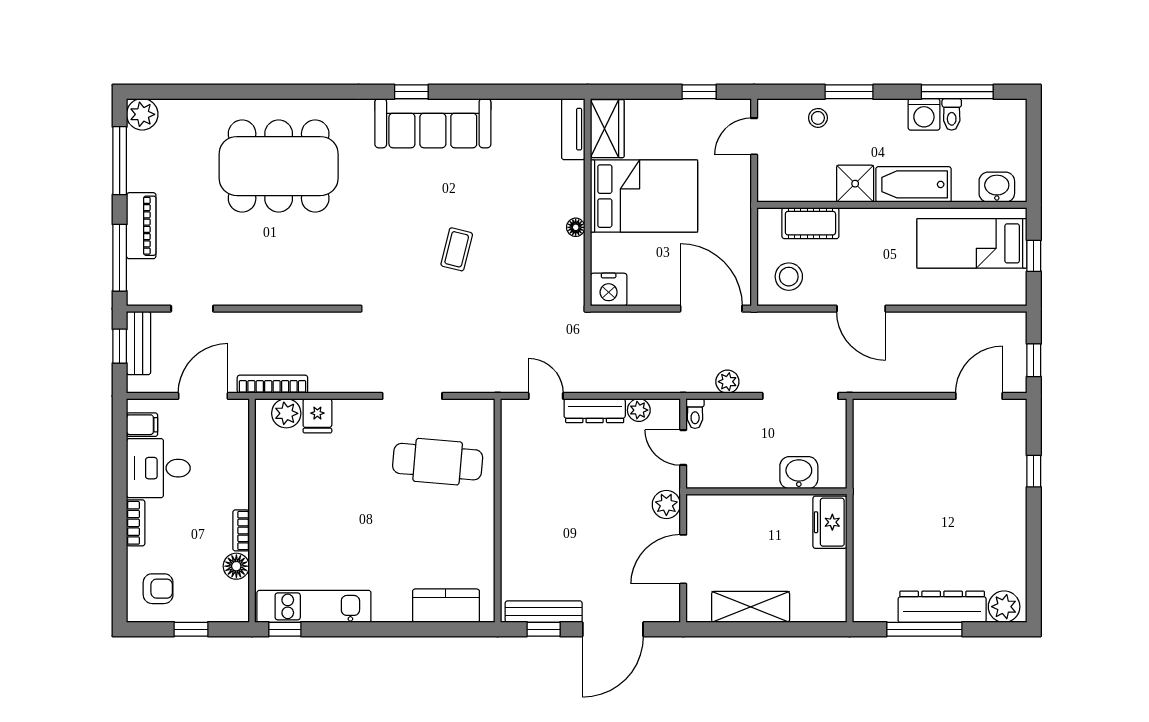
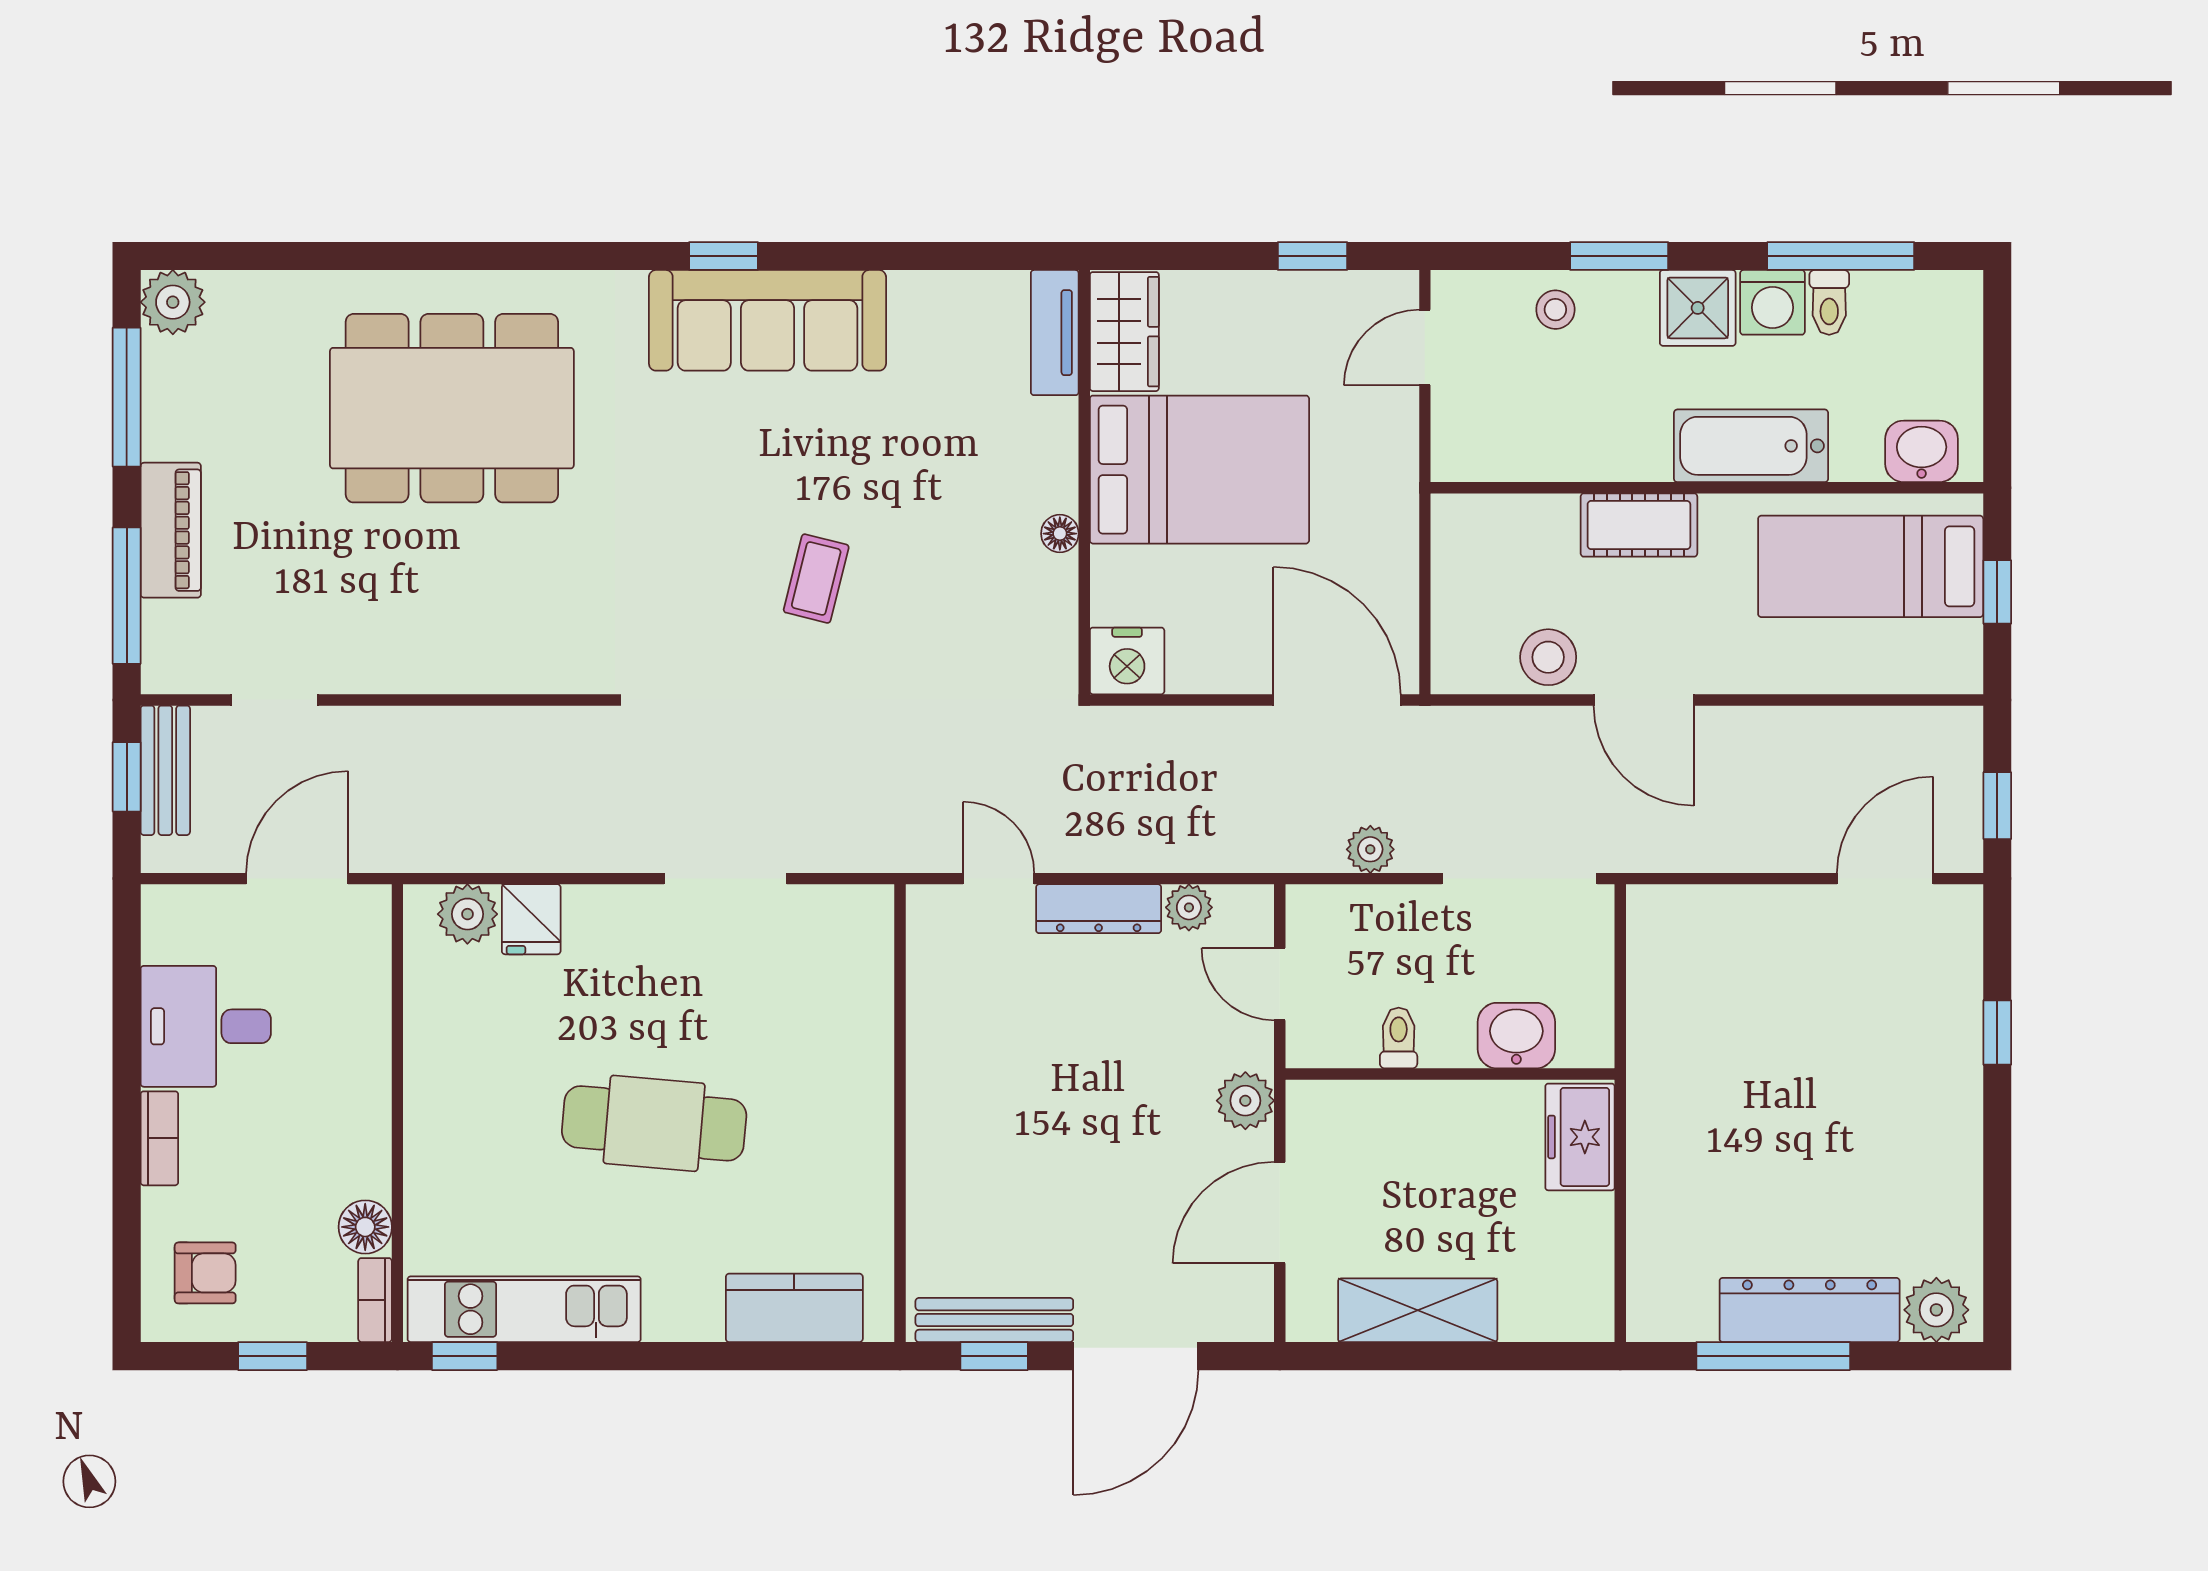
shower: (855, 184) -> (1698, 308), moved
cot: (810, 223) -> (1639, 525), moved
stool: (789, 277) -> (1548, 657), moved
bookcase: (272, 384) -> (439, 855), removed
toilet: (695, 414) -> (1399, 1038), moved, turned 180
filing cabinet: (142, 425) -> (173, 937), removed
cafe table: (438, 462) -> (654, 1123), moved
bookcase: (241, 530) -> (375, 1300), moved

